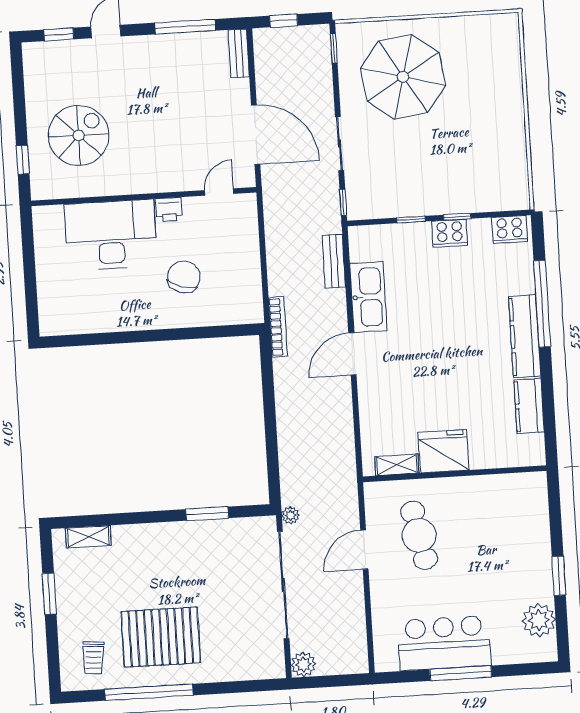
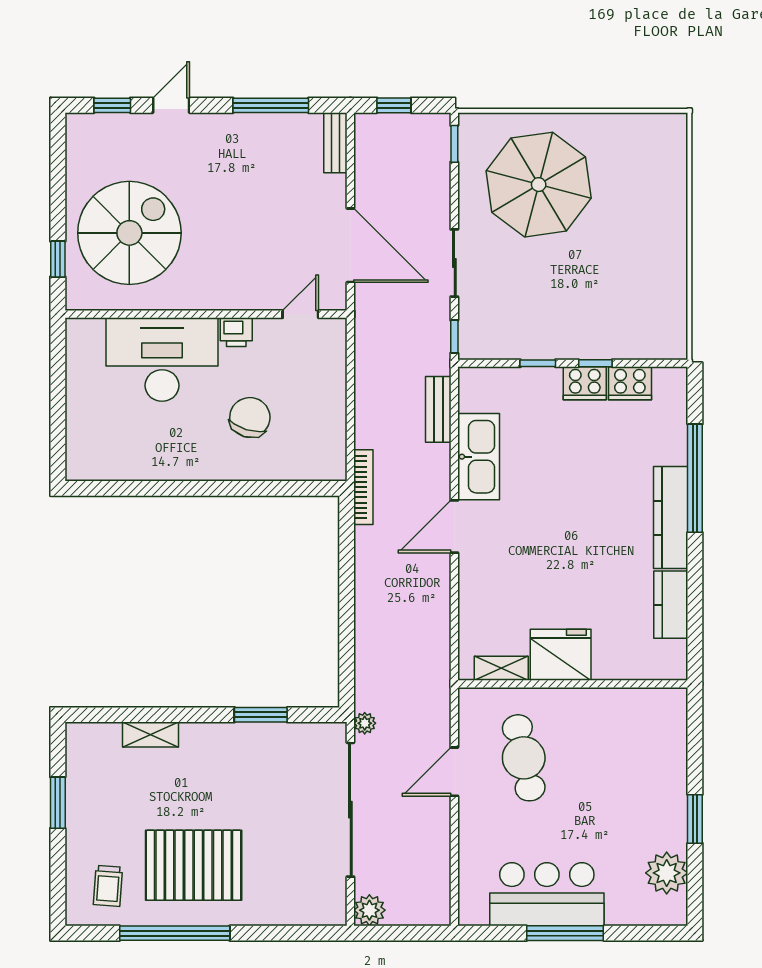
spiral stairs: (79, 135) -> (129, 233), width x1.37, depth x1.37
cooker: (510, 230) -> (630, 383), moved
shelving: (88, 537) -> (150, 735), moved

